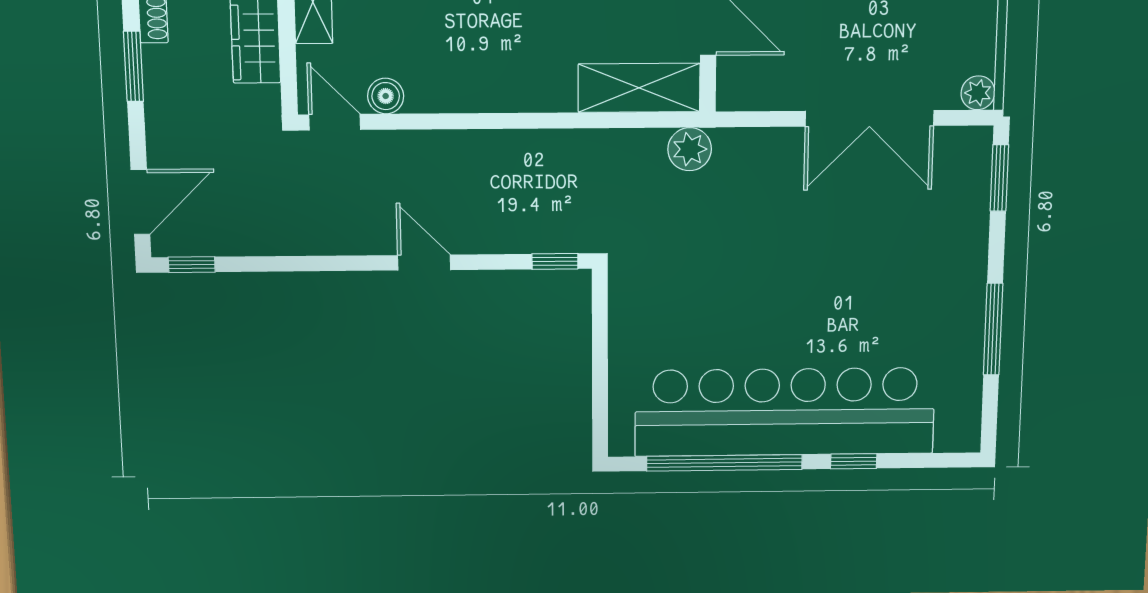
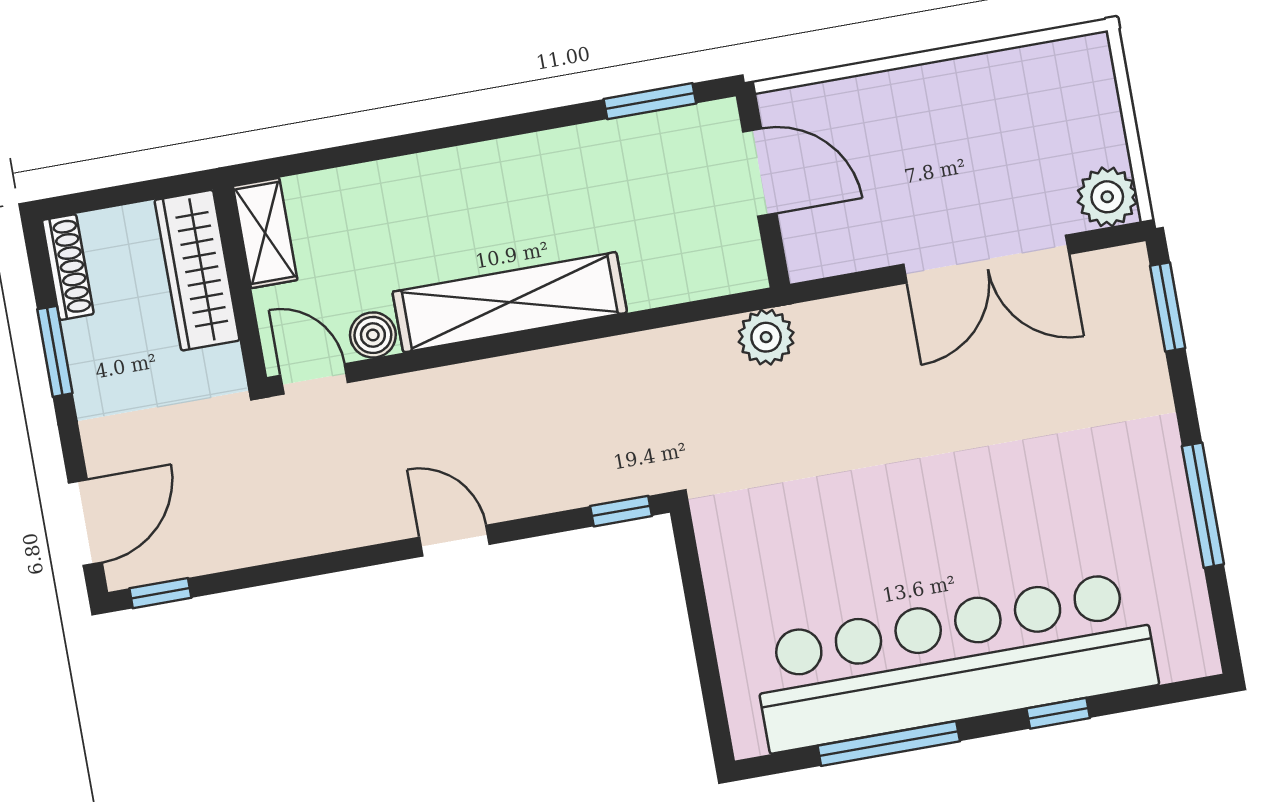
shelving: (639, 88) -> (510, 302), moved, width x1.47
plant: (978, 93) -> (1107, 197), width x1.38, depth x1.38
window: (724, 463) -> (889, 743), width x0.68

